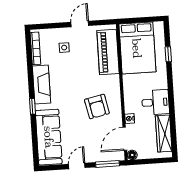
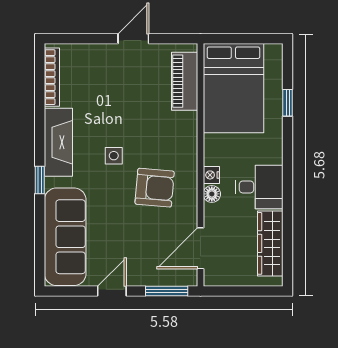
side table: (64, 48) -> (114, 156), moved
piano: (108, 52) -> (185, 81), width x0.73, depth x0.75
armchair: (97, 107) -> (155, 188), turned -73
nightstand: (130, 119) -> (211, 175), moved
floor lamp: (132, 155) -> (212, 194), moved

